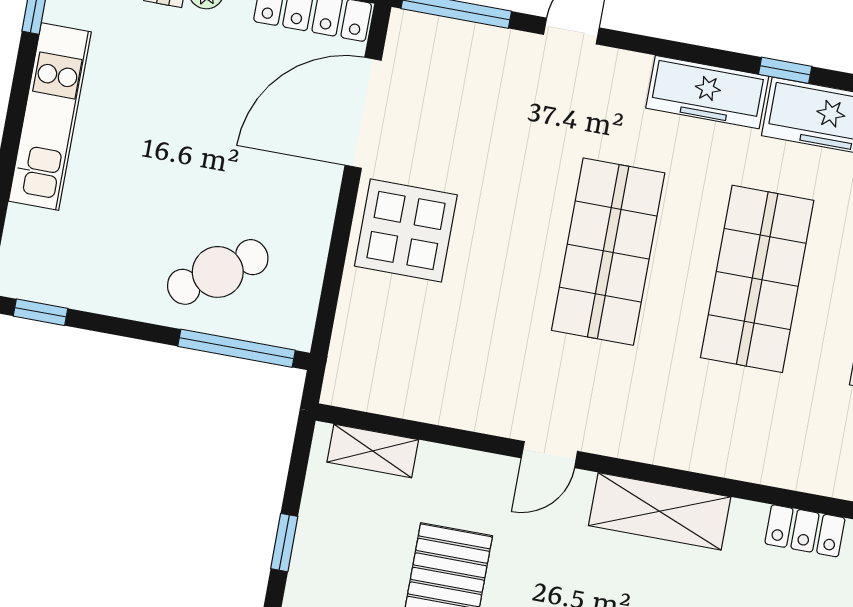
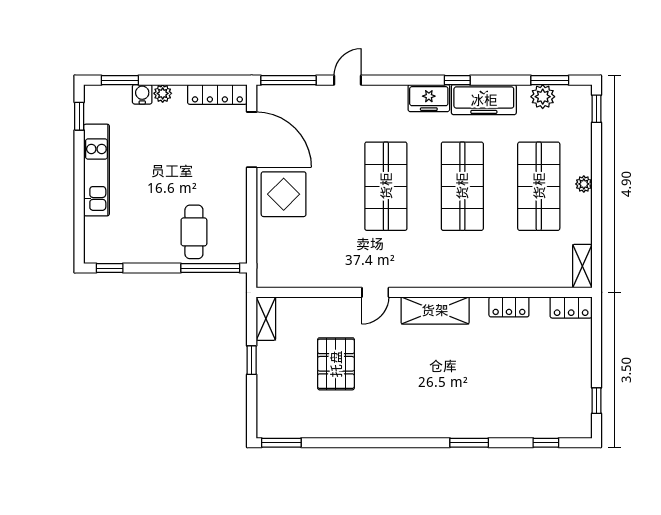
freezer: (707, 92) -> (429, 98), width x0.71
door: (363, 113) -> (252, 140), swing flipped
cafe table: (218, 272) -> (194, 232), turned -56
shelving: (373, 451) -> (266, 319), moved, turned 90

